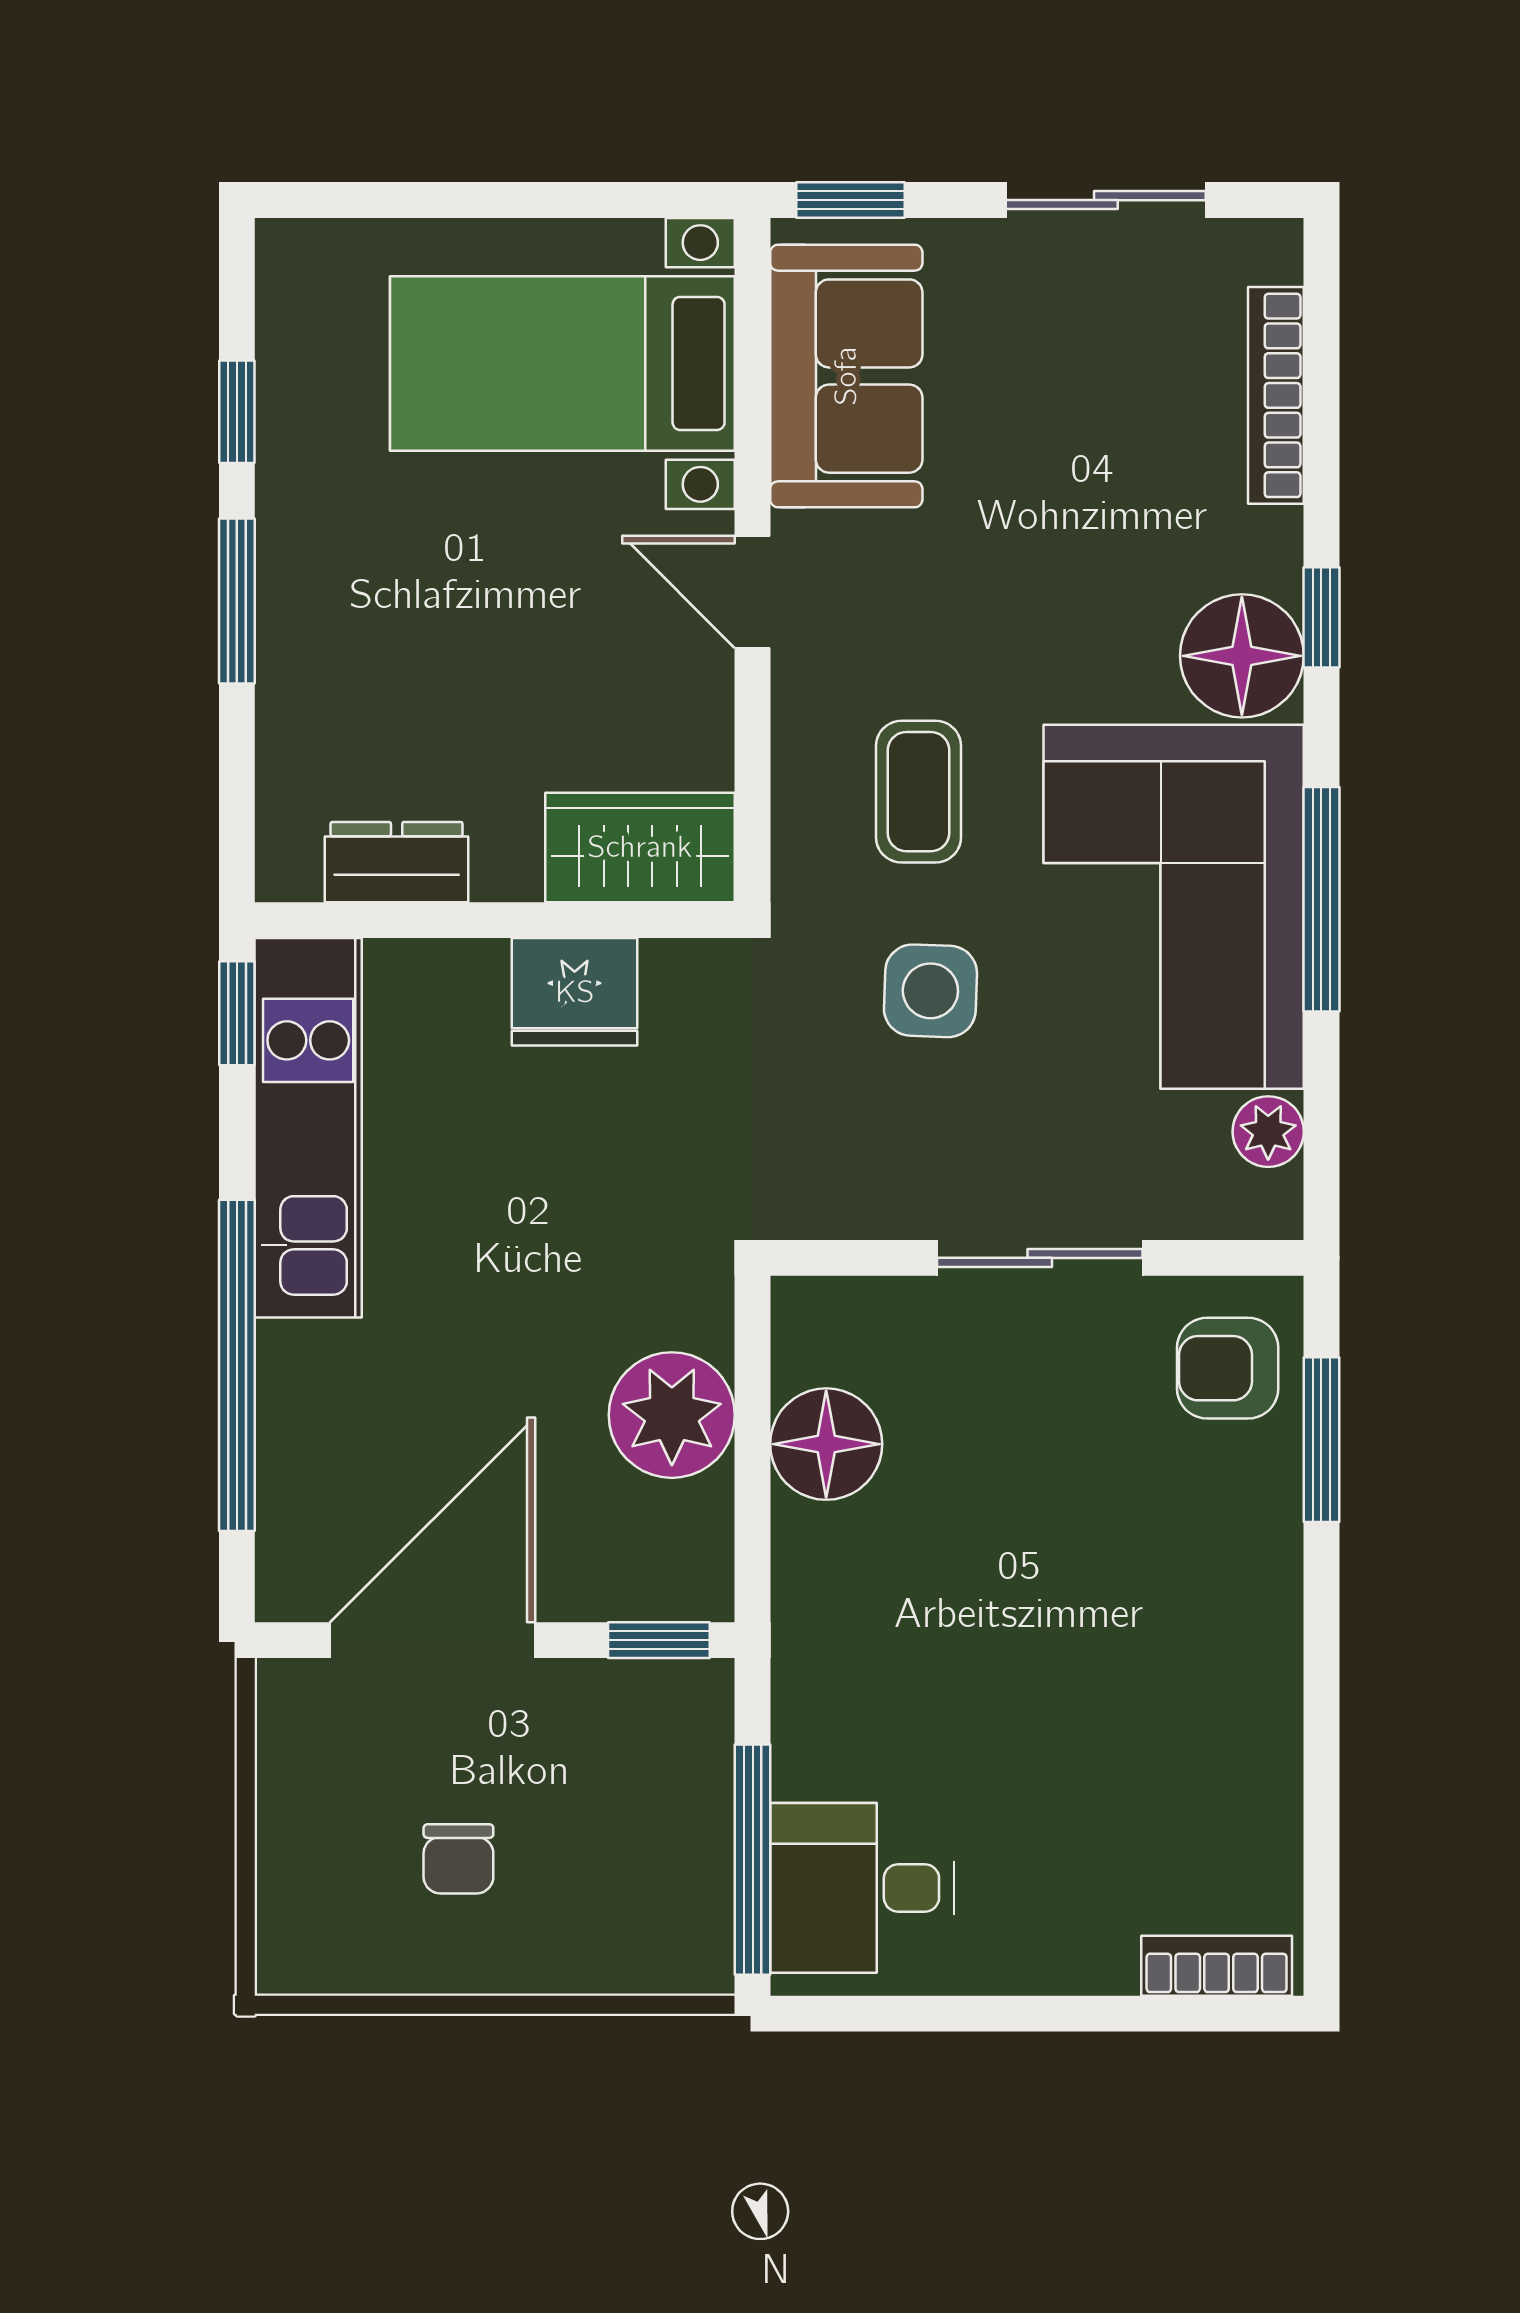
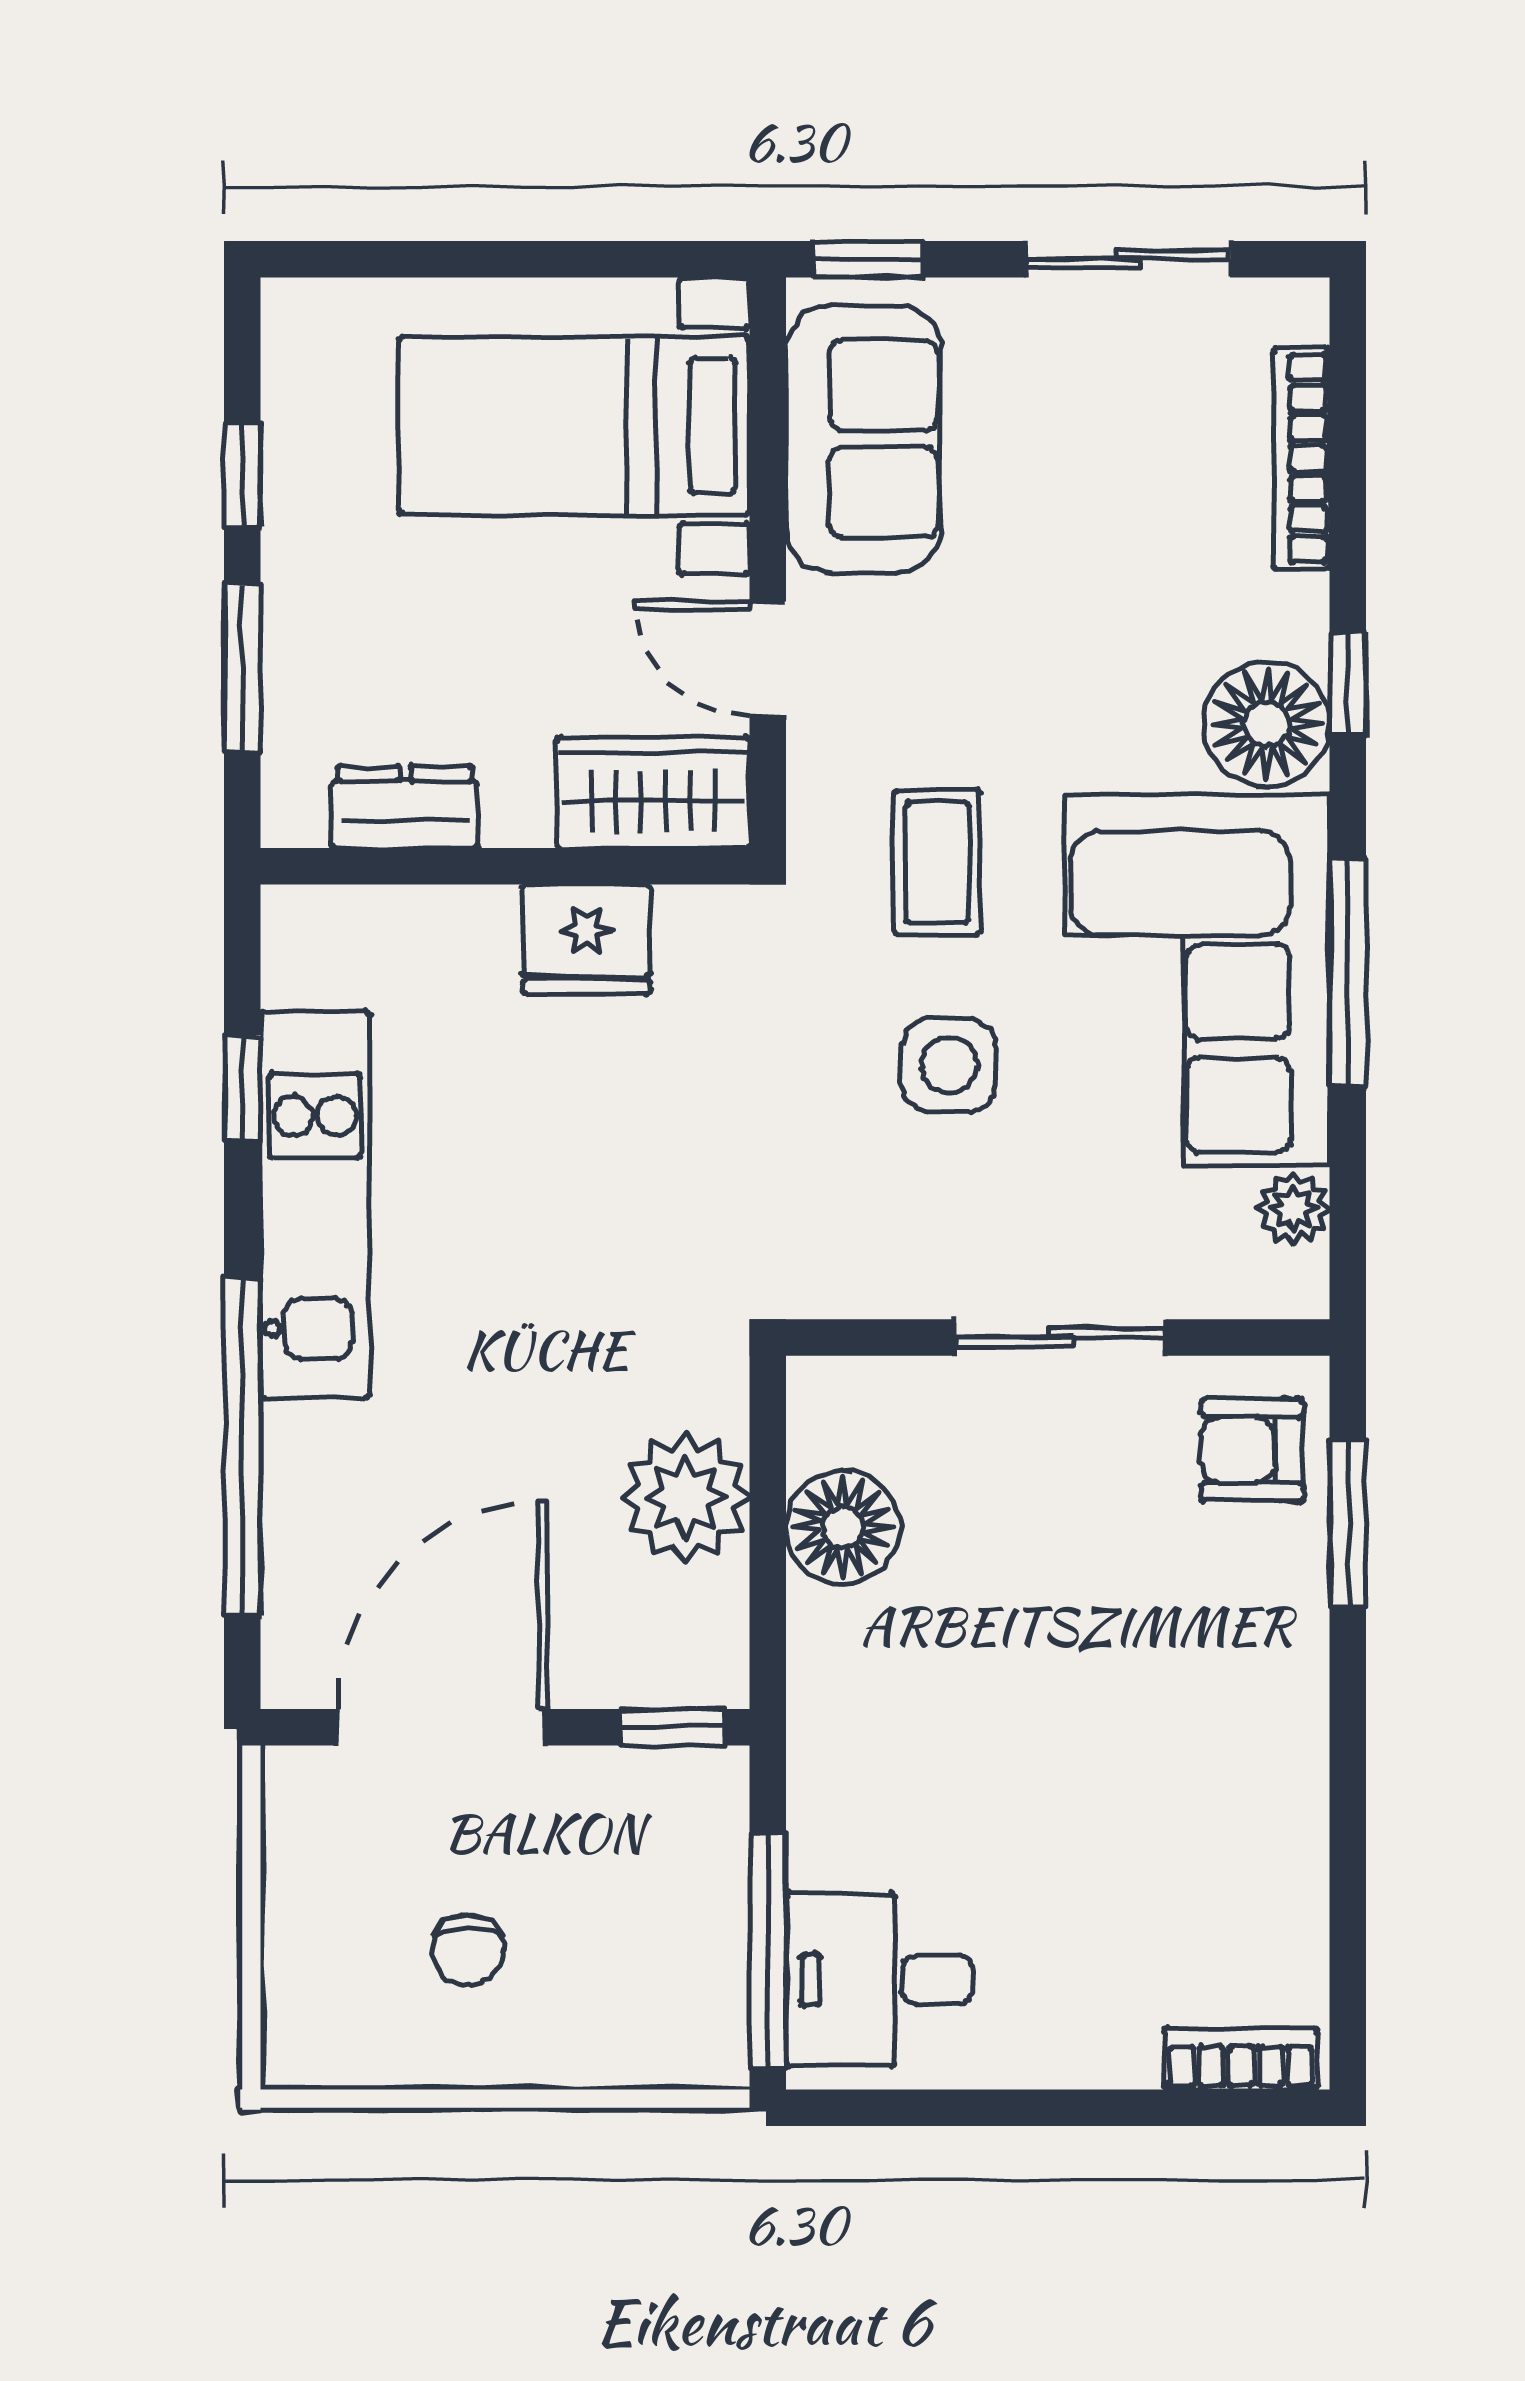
wardrobe: (640, 847) -> (653, 792), moved
dresser: (397, 862) -> (405, 807), moved
wall: (495, 920) -> (505, 866), moved
fridge: (575, 992) -> (586, 939), moved

